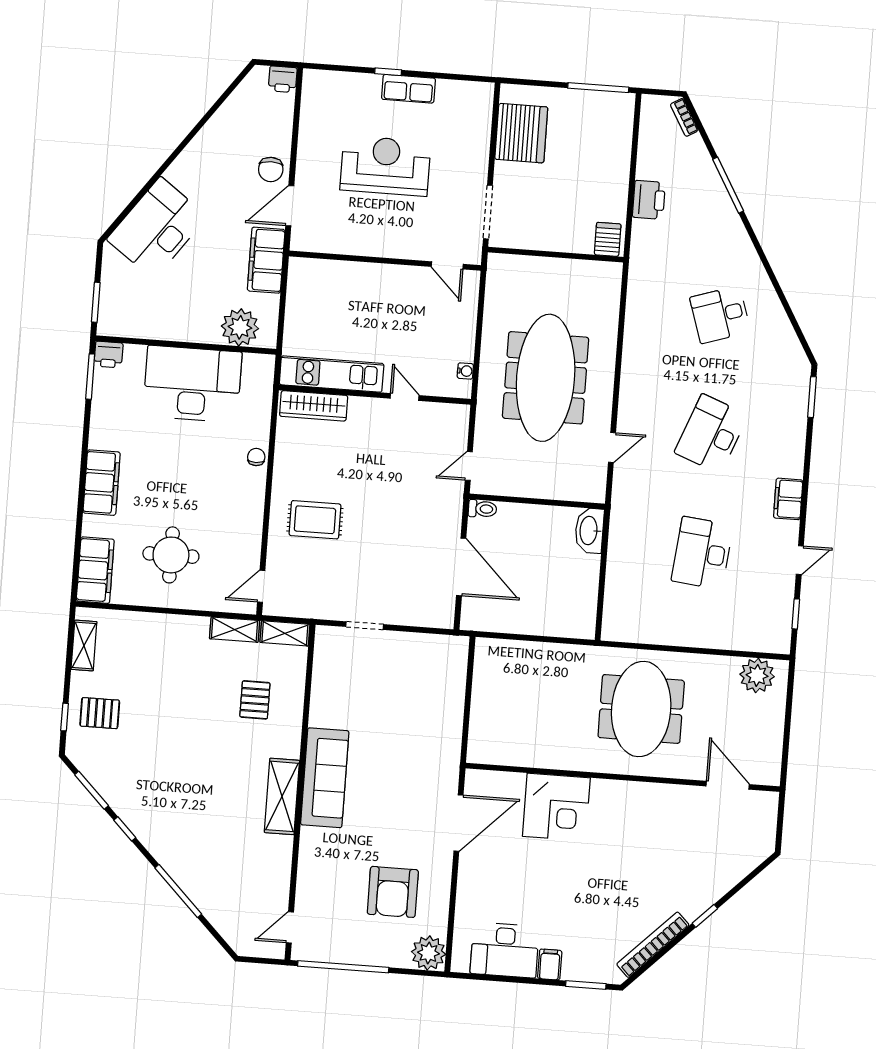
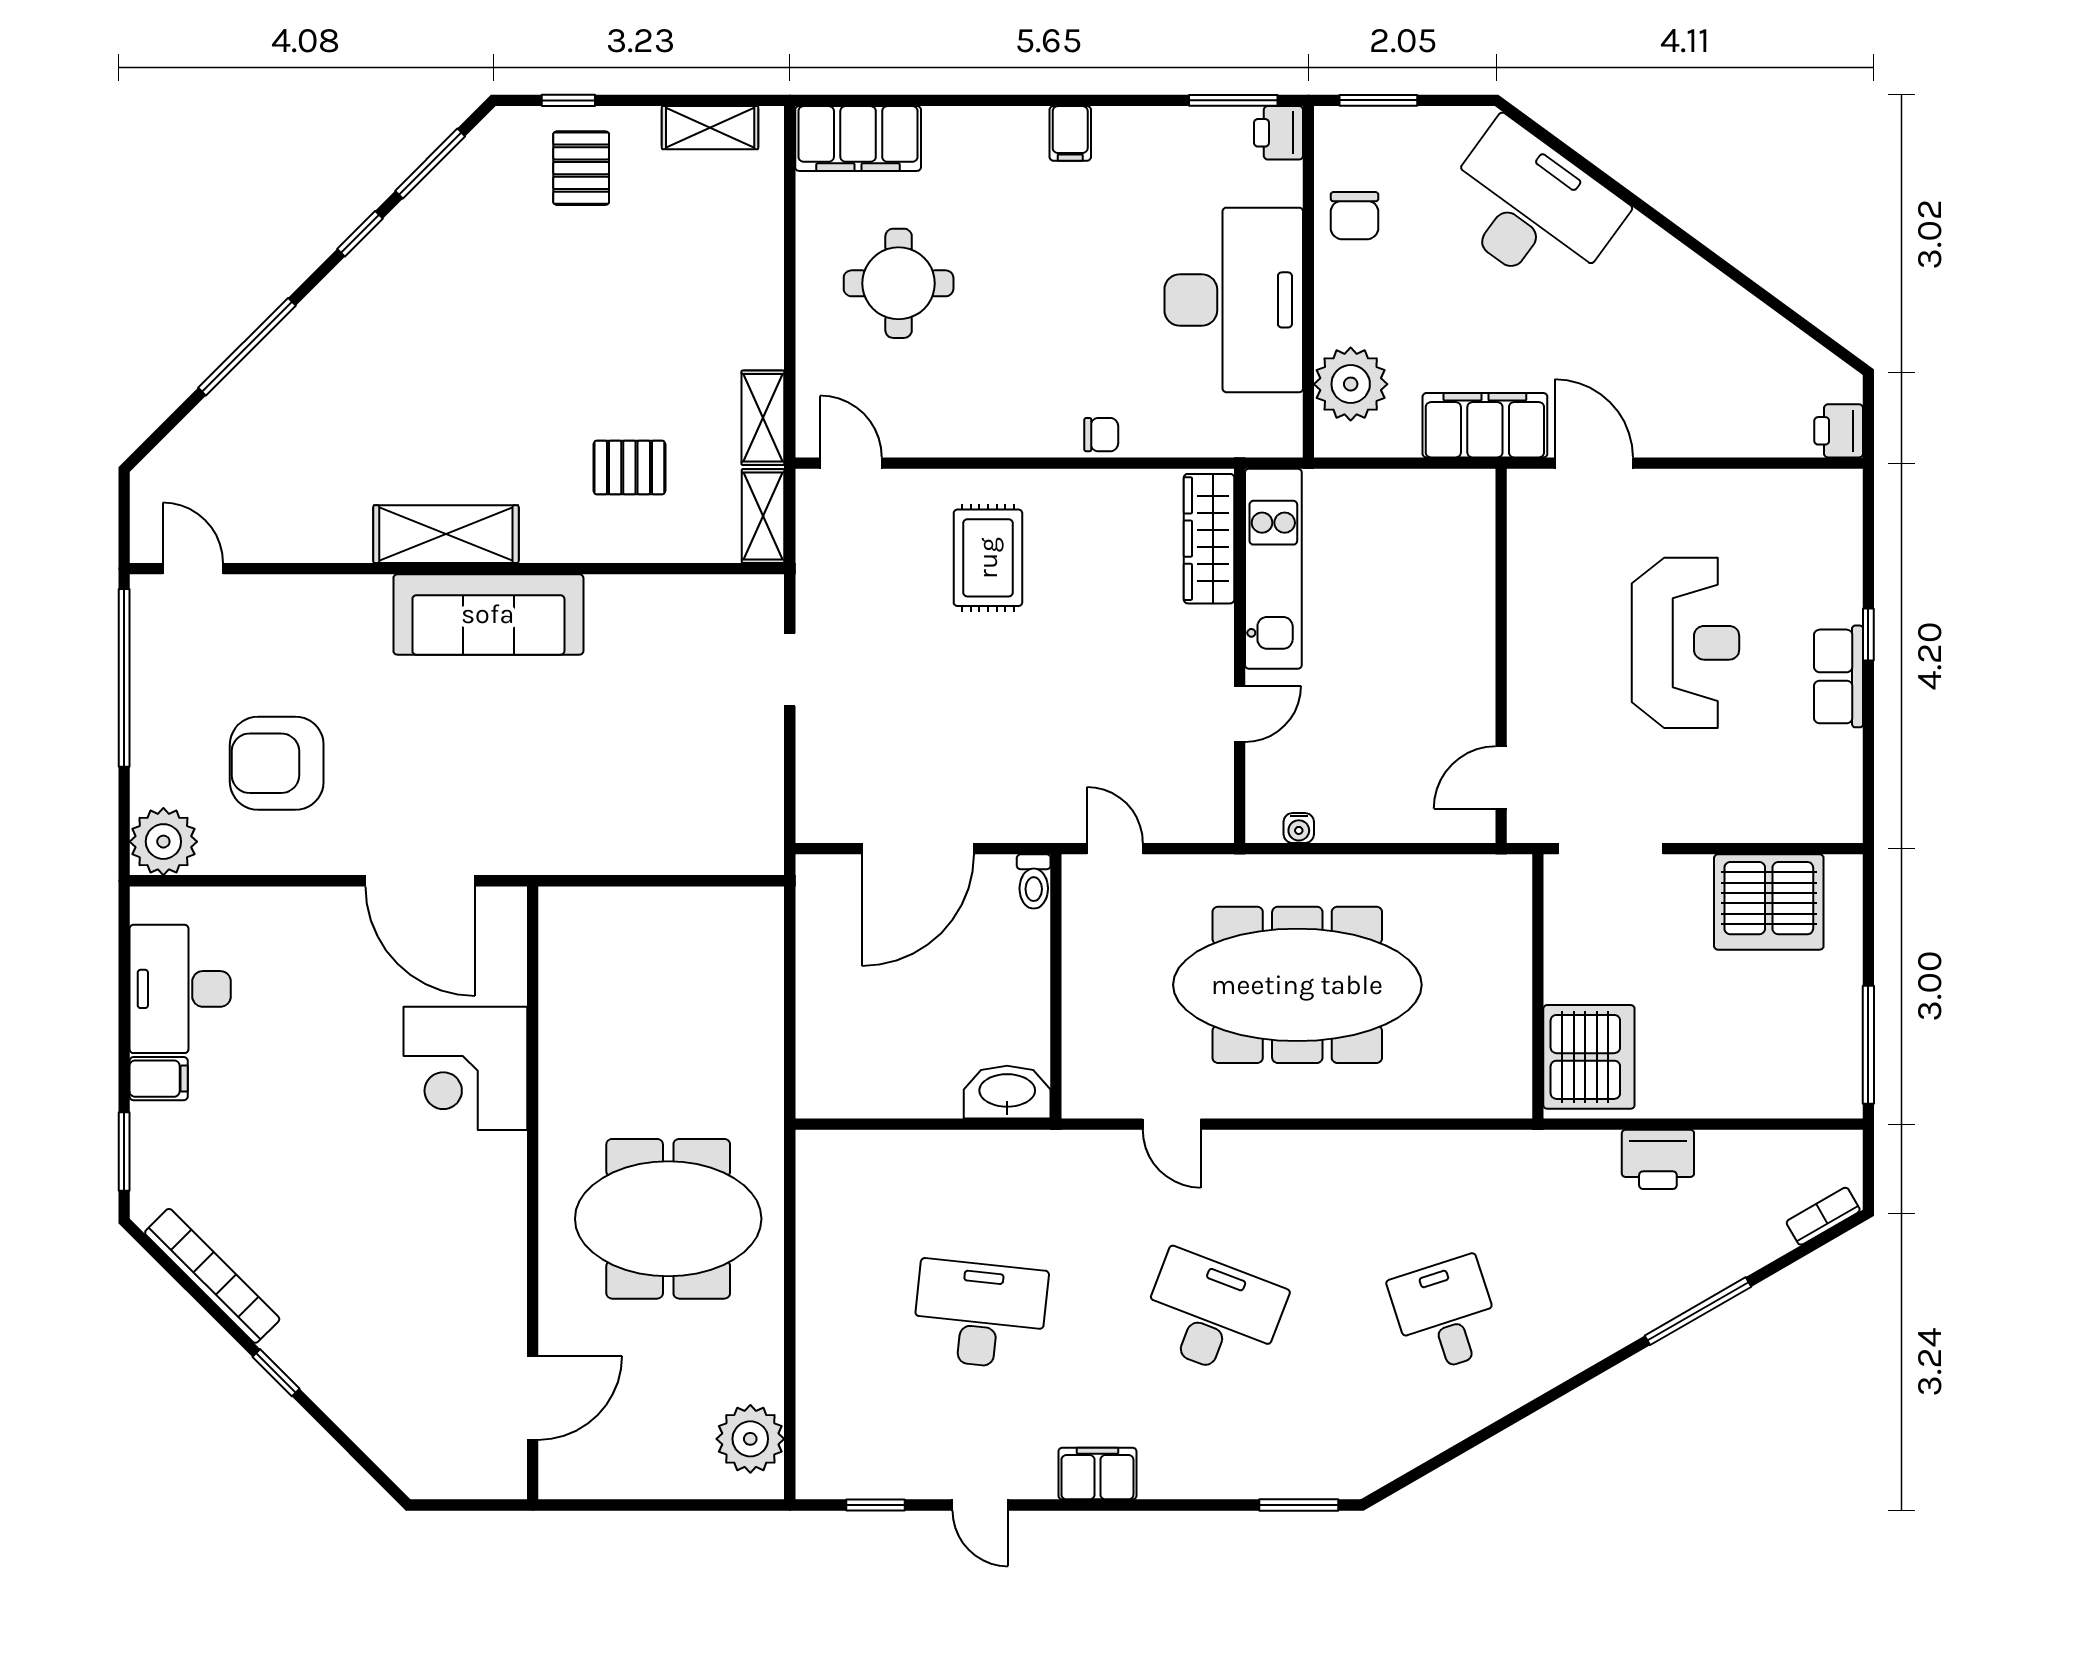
chair: (271, 169) -> (1355, 216), moved, turned -90
server rack: (608, 239) -> (1589, 1057), width x2.18, depth x1.44
filing cabinet: (102, 483) -> (1070, 133), width x0.33, depth x0.86

